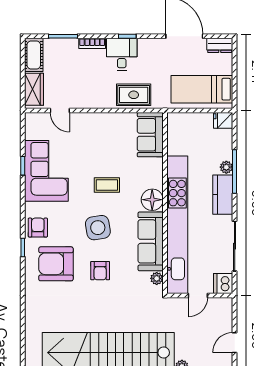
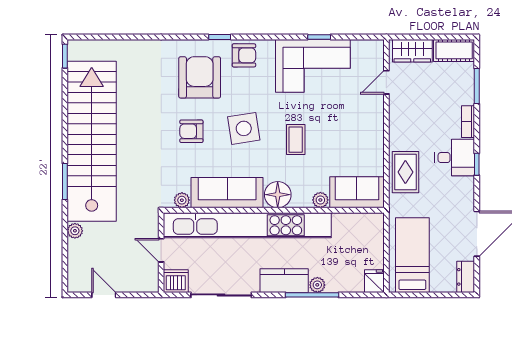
plant: (157, 165) -> (320, 200), added

